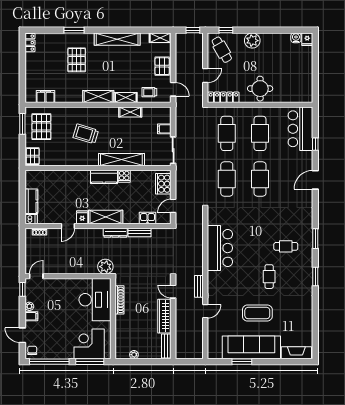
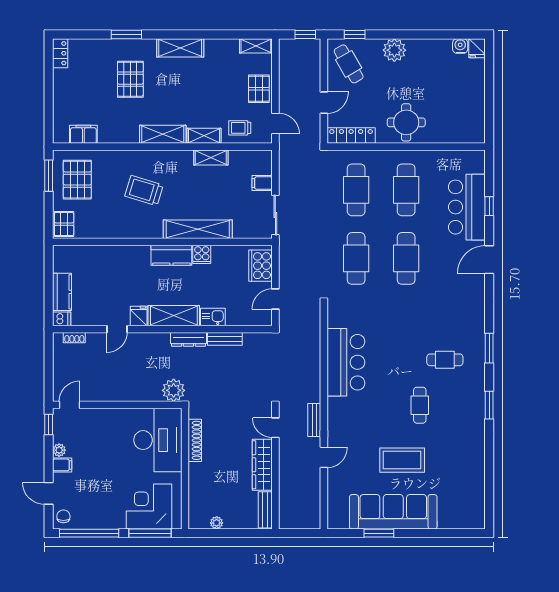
shelving: (117, 39) -> (180, 48), width x0.68
bar counter: (300, 129) -> (467, 207), moved
kitchen sink: (148, 218) -> (213, 317), moved
fireplace: (296, 353) -> (461, 520), removed

